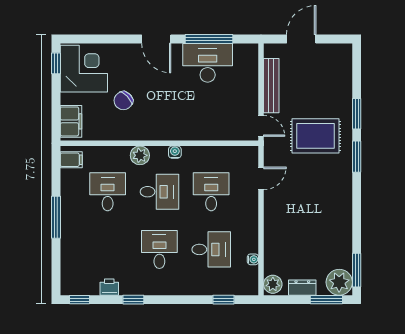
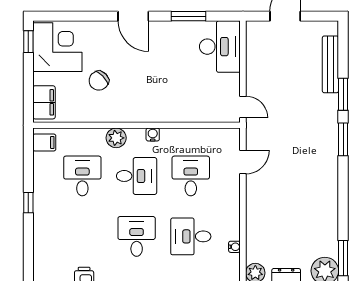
window: (209, 39) -> (188, 16), width x0.69
desk: (208, 63) -> (220, 47), moved, turned 90
bench: (271, 86) -> (330, 64), moved
rug: (315, 136) -> (300, 118), removed
window: (56, 217) -> (28, 203), width x0.46
desk: (211, 249) -> (191, 236), turned 180

